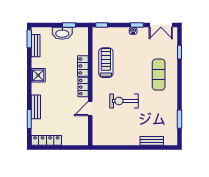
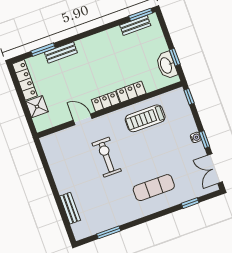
washbasin: (62, 33) -> (166, 65), moved
treadmill: (106, 63) -> (145, 118), turned 180
shower: (38, 75) -> (37, 107), moved

